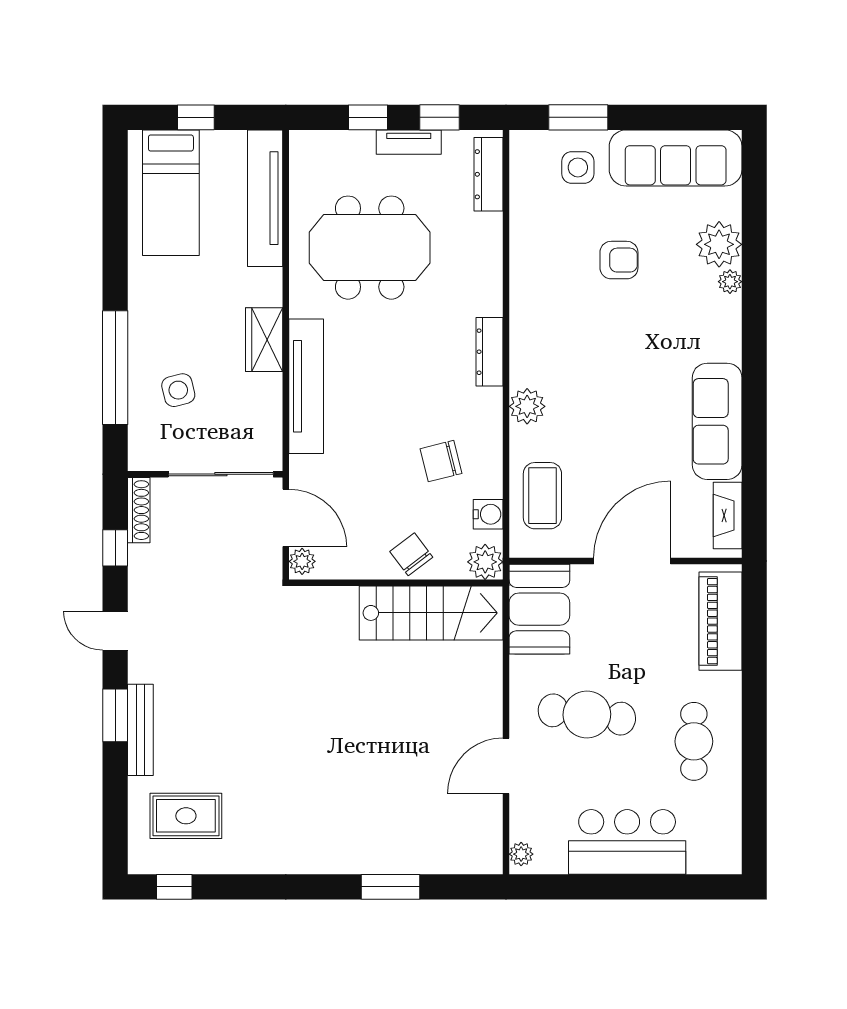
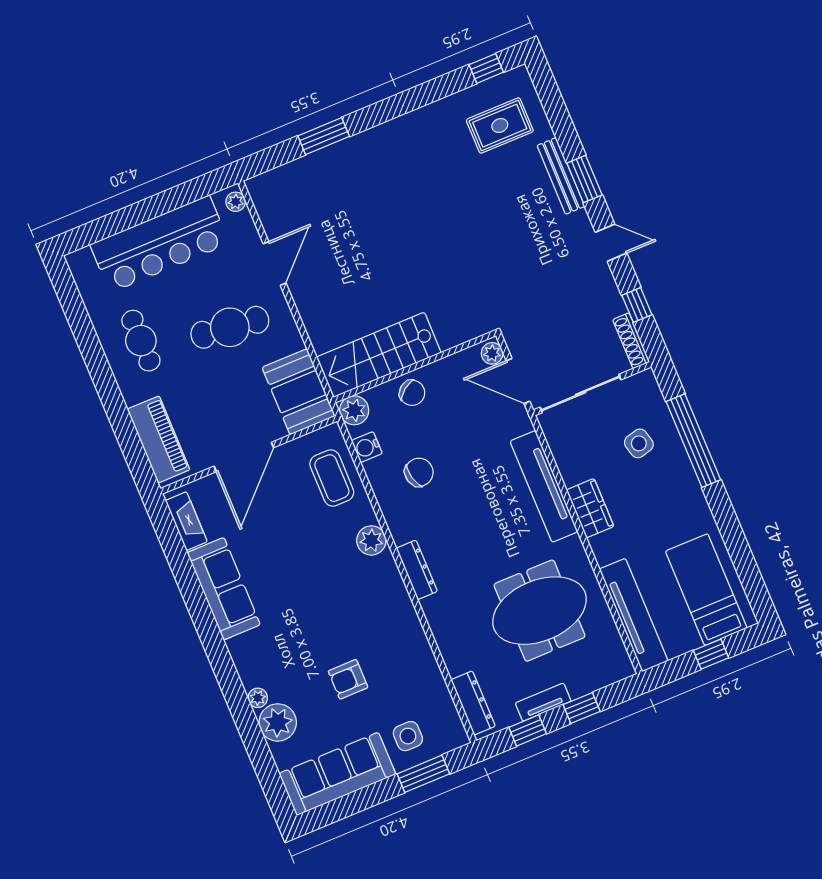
bar counter: (627, 842) -> (160, 244), width x1.36

